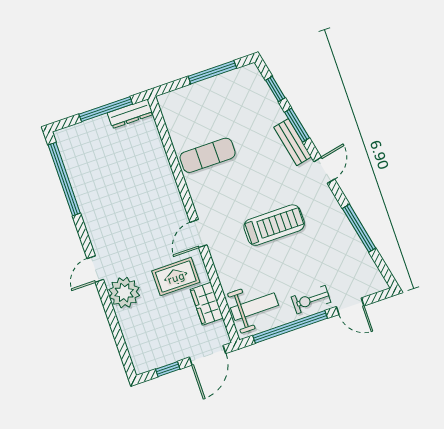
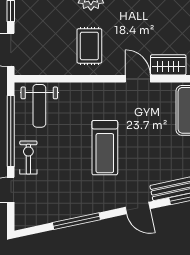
door: (198, 234) -> (138, 79), moved
wardrobe: (207, 304) -> (168, 65), moved

